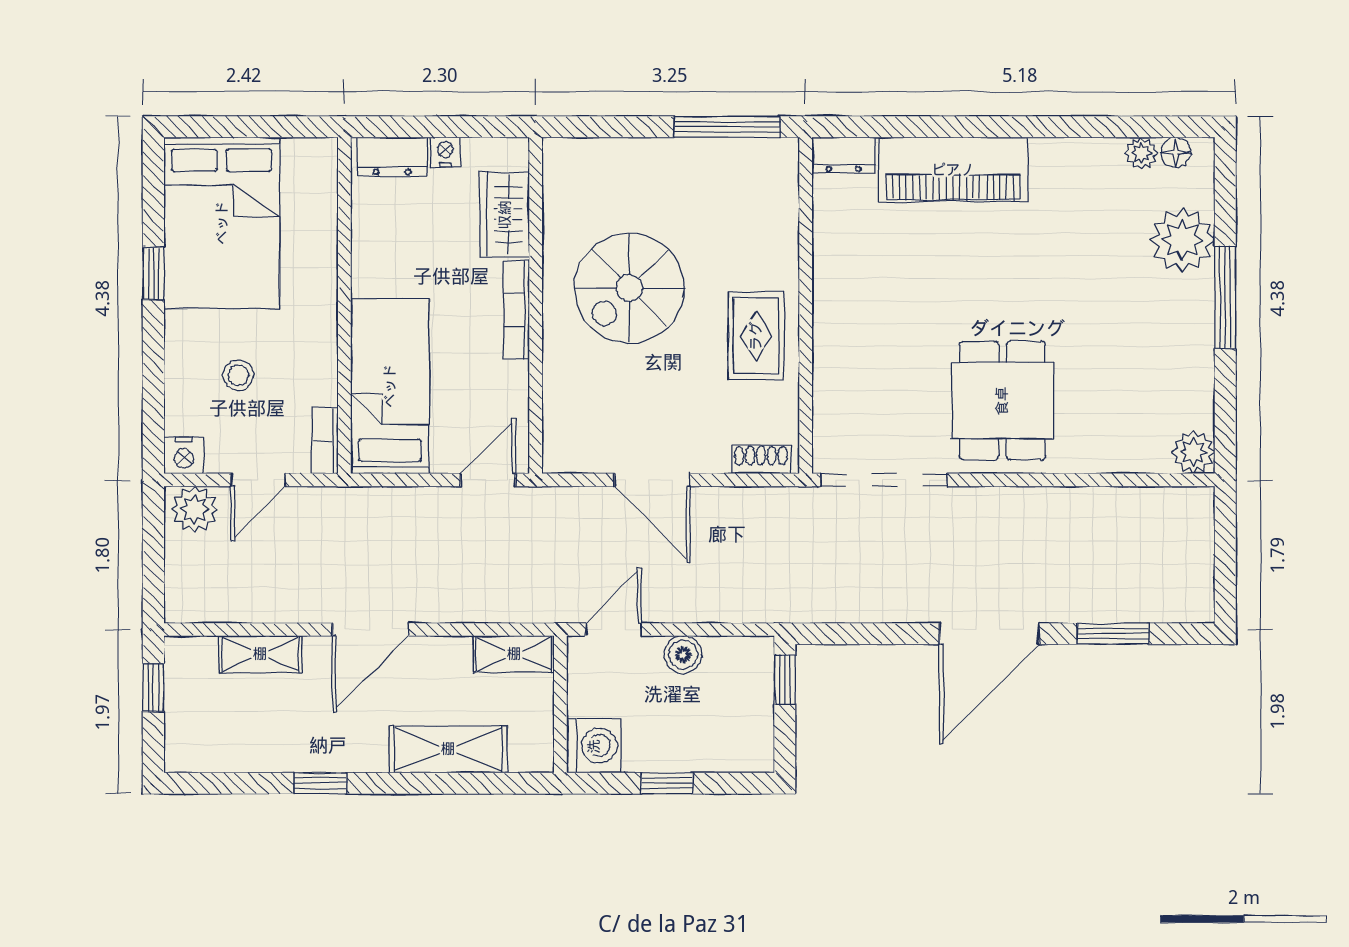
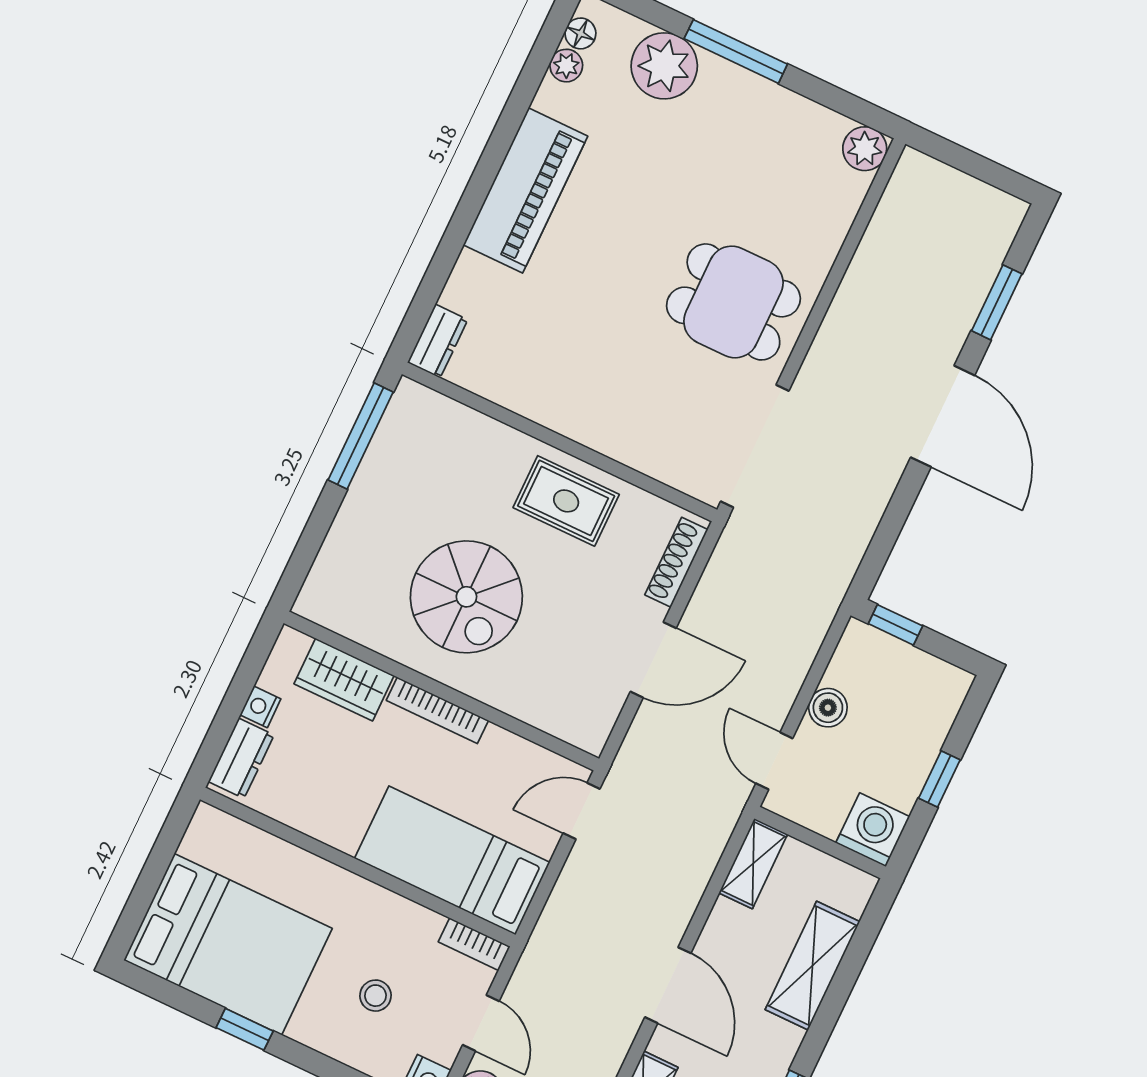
piano: (953, 170) -> (525, 190), moved
shoe rack: (761, 459) -> (676, 562), width x1.43
door: (488, 480) -> (582, 811), hinge flipped

